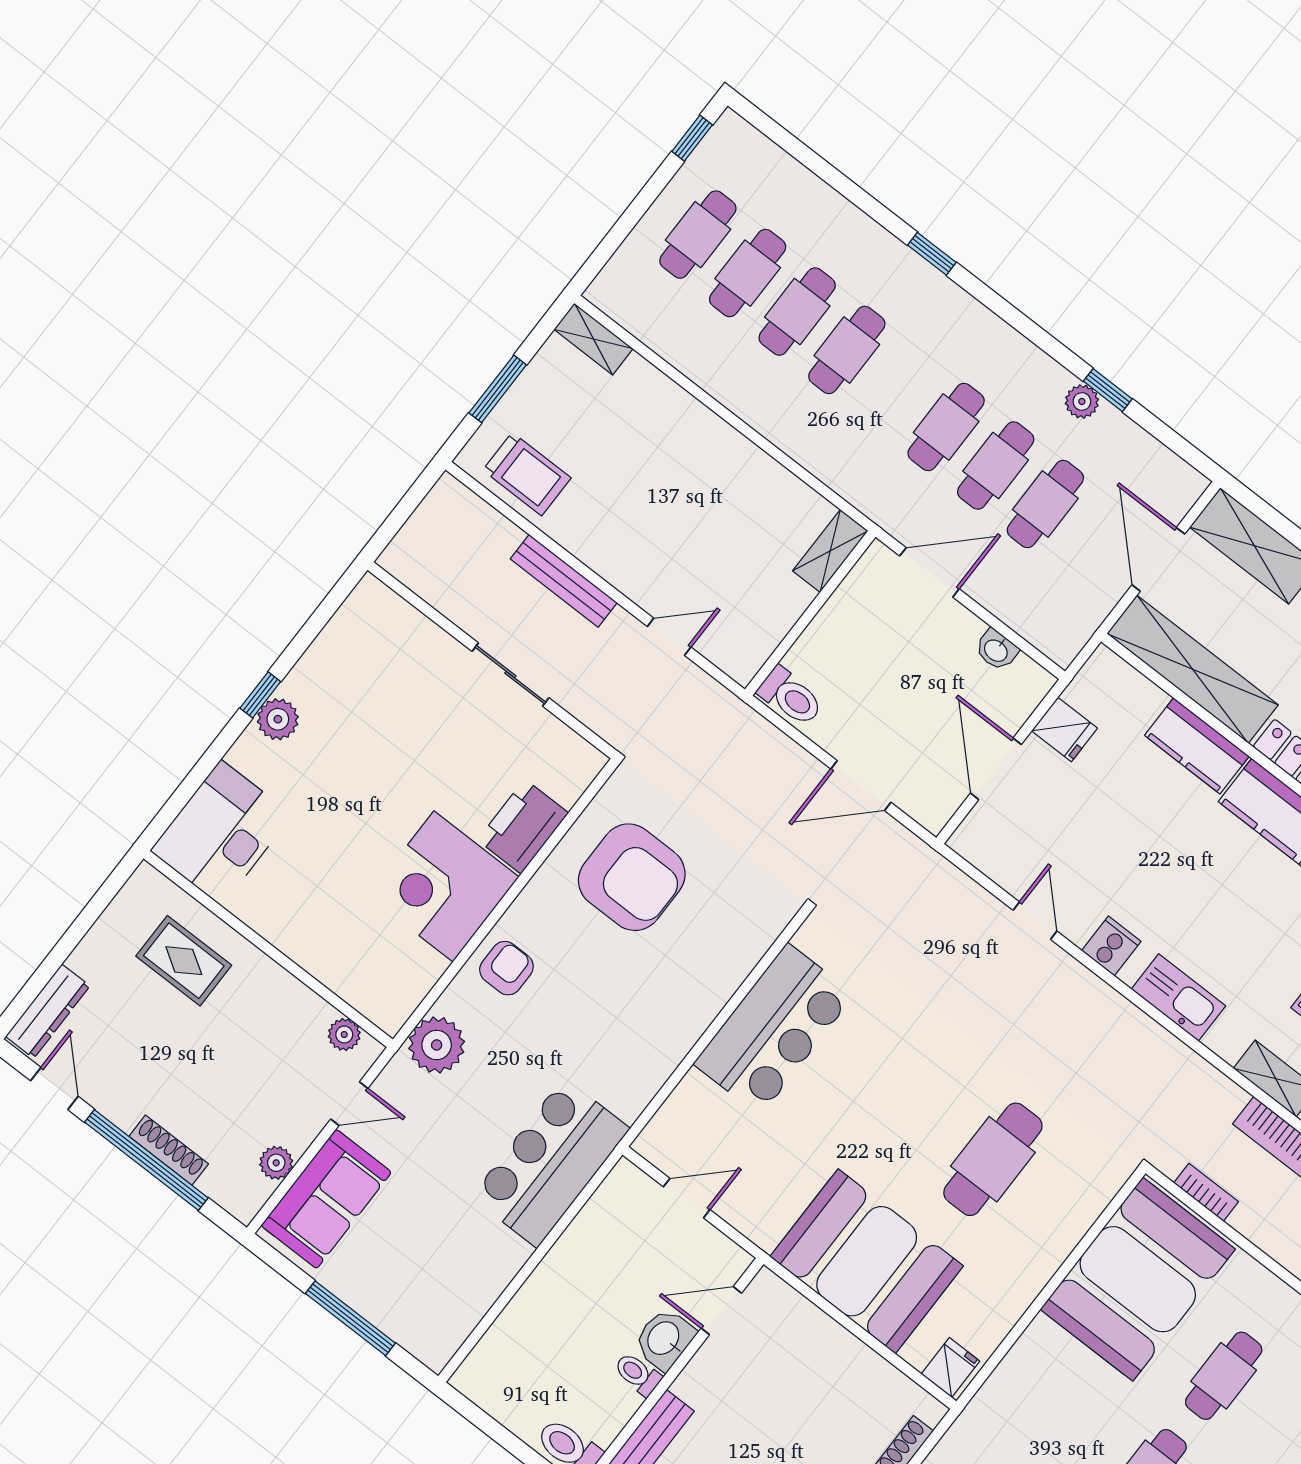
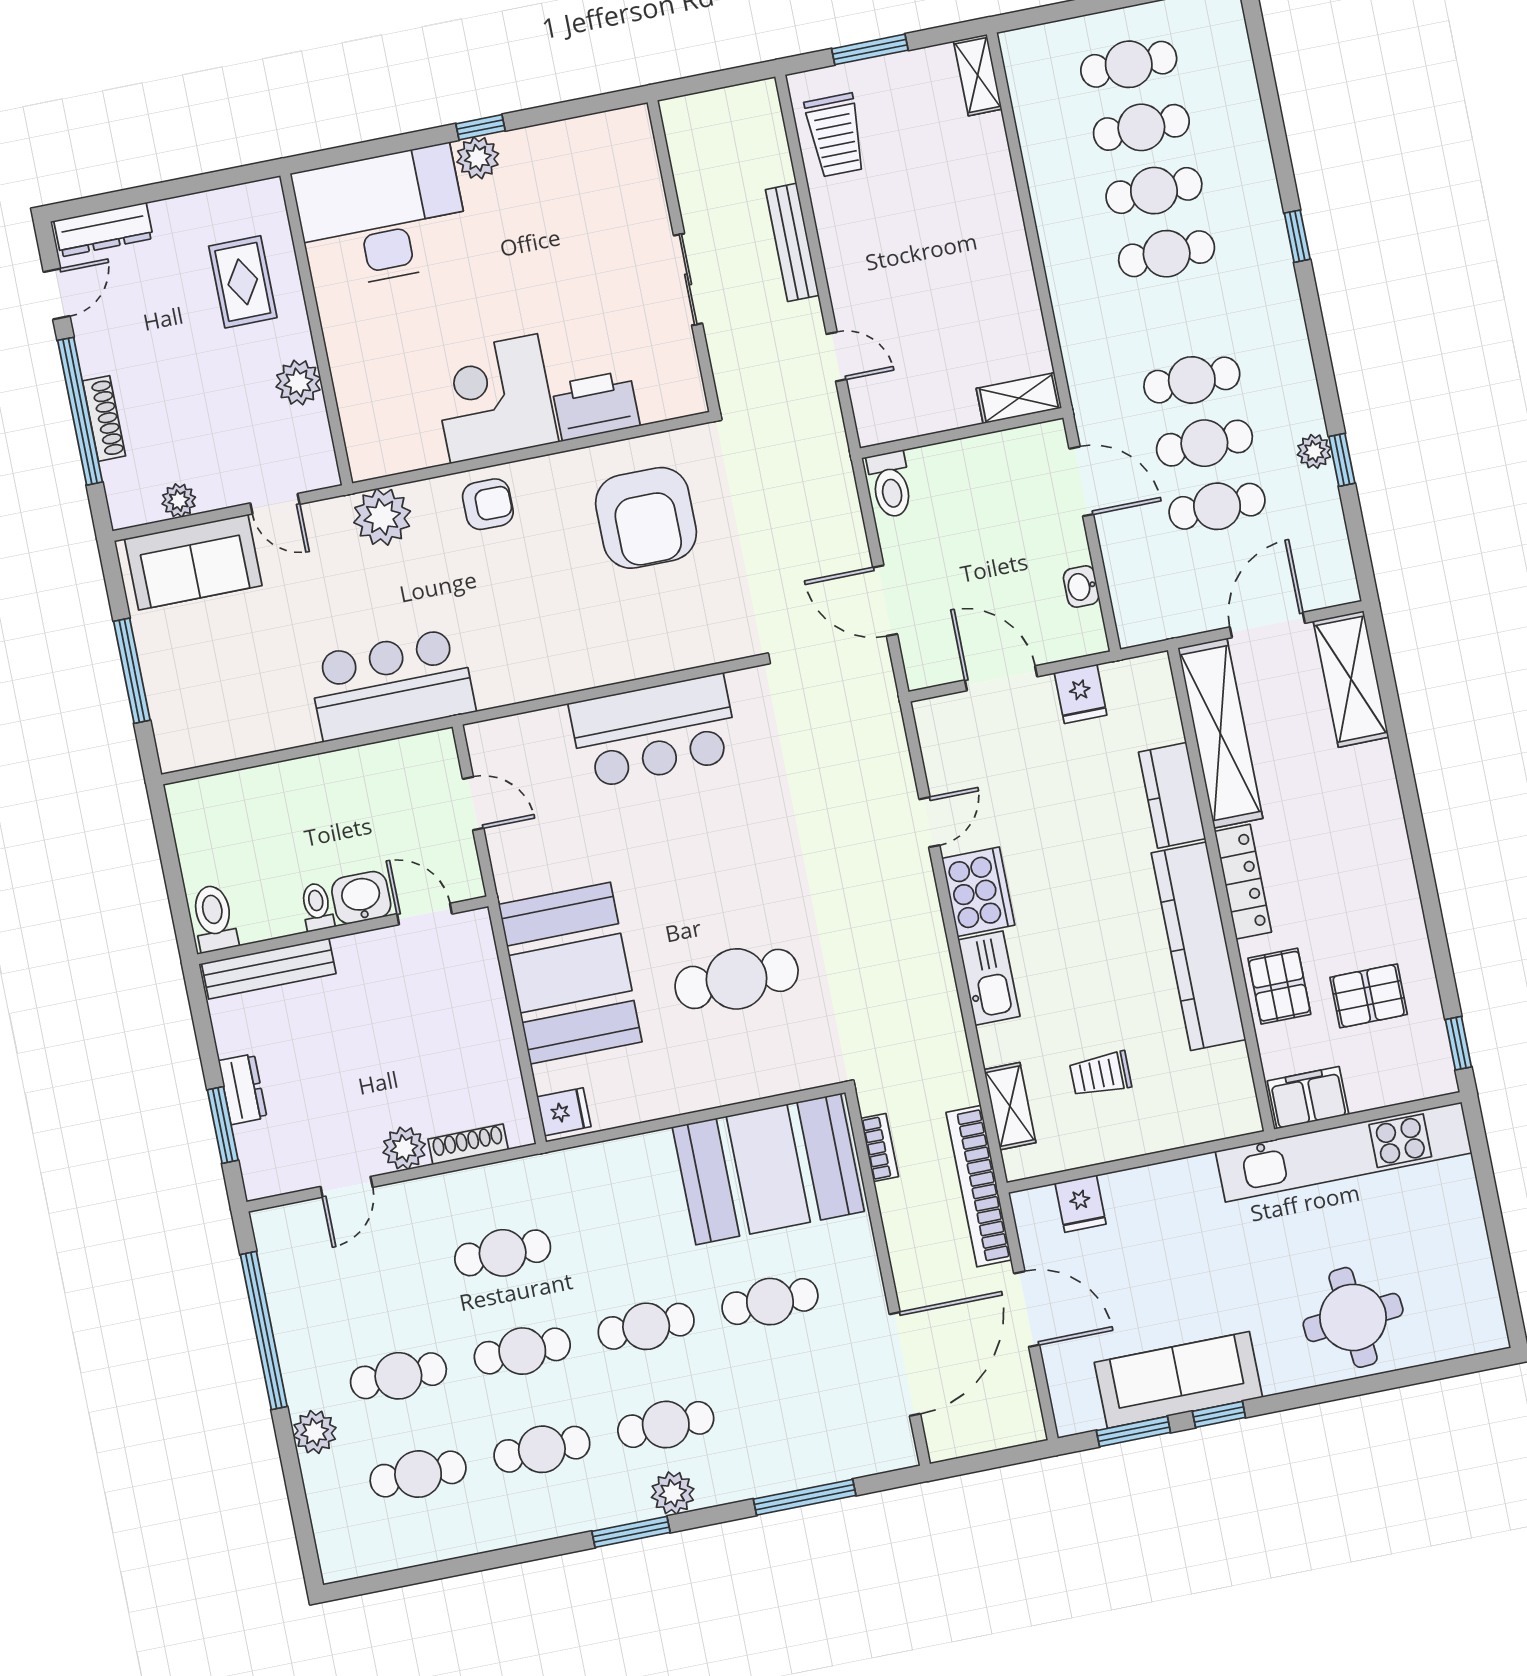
door: (996, 769) -> (1001, 678), hinge flipped
desk: (221, 833) -> (382, 217), width x1.36, depth x1.30
cooker: (1111, 946) -> (978, 892), width x1.87, depth x1.31
plant: (344, 1035) -> (298, 382), moved, width x1.38, depth x1.38

